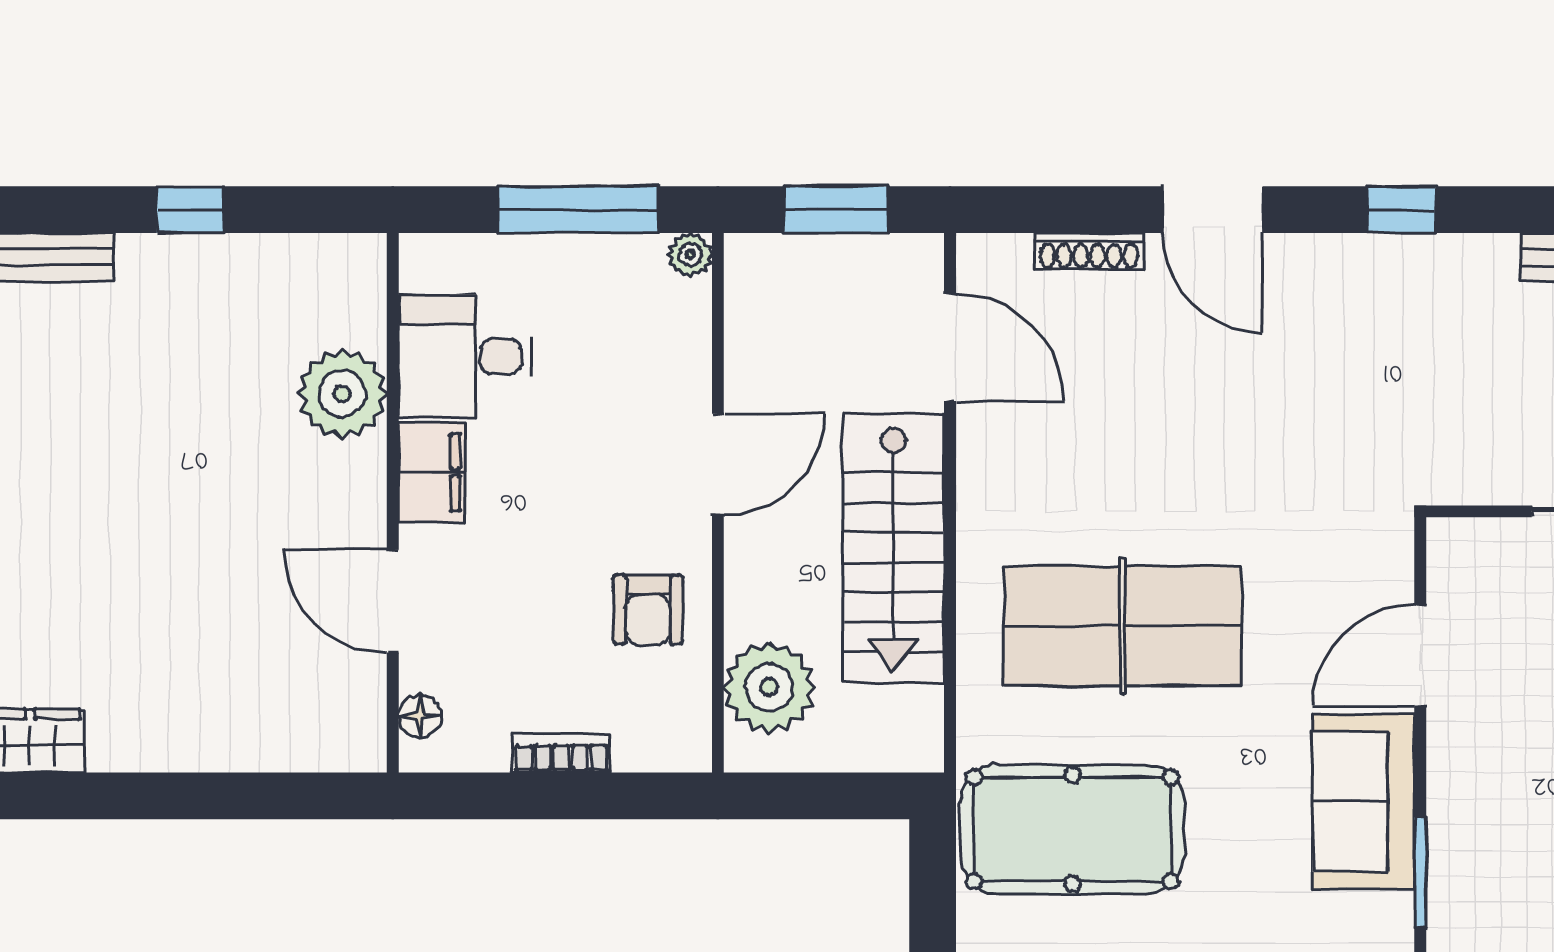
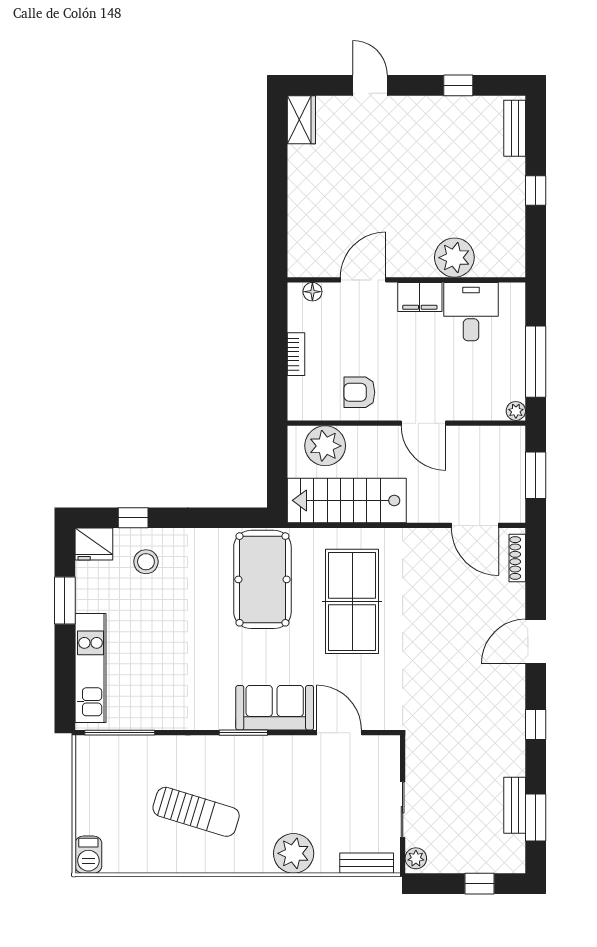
shoe rack: (1089, 251) -> (517, 558), moved
door: (950, 347) -> (475, 525), hinge flipped
stairs: (893, 548) -> (347, 500), moved

